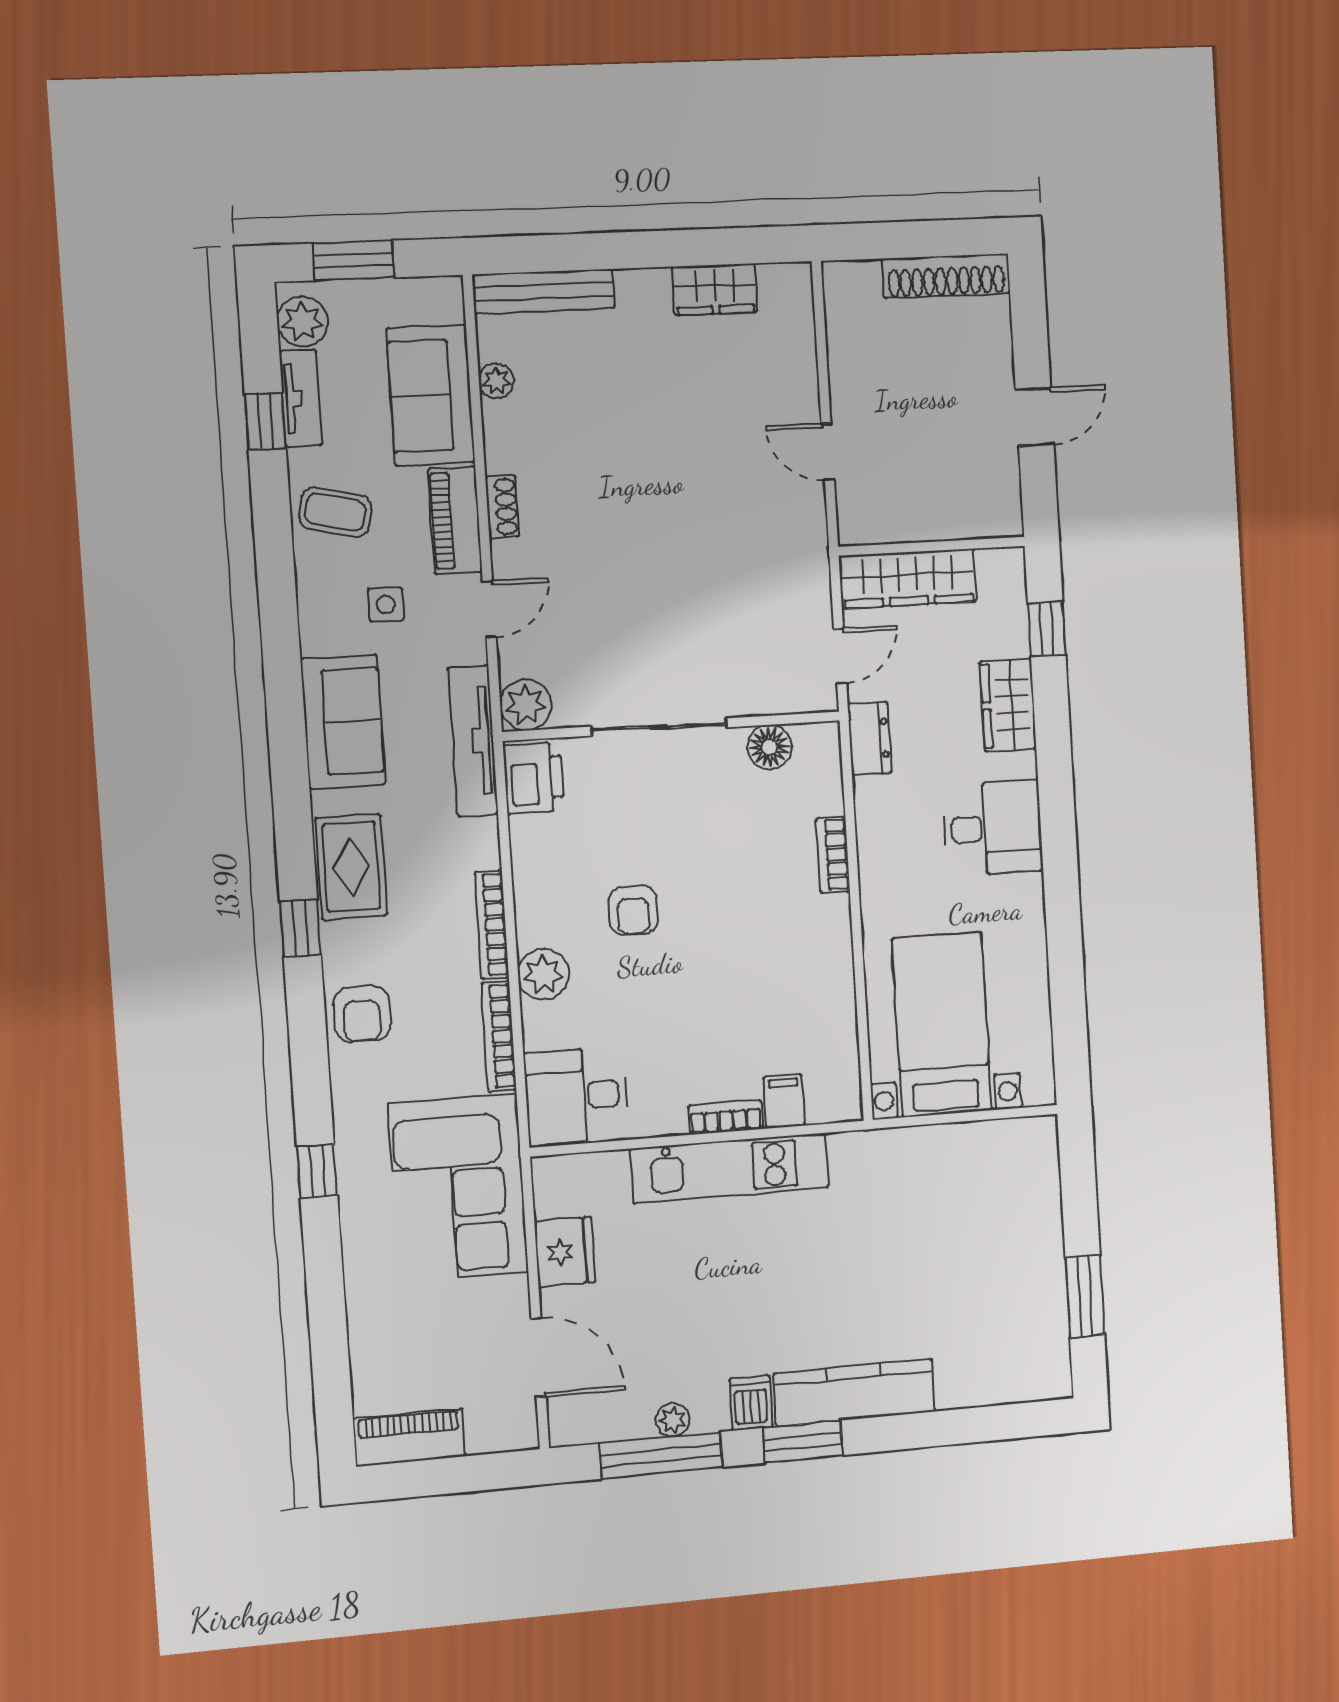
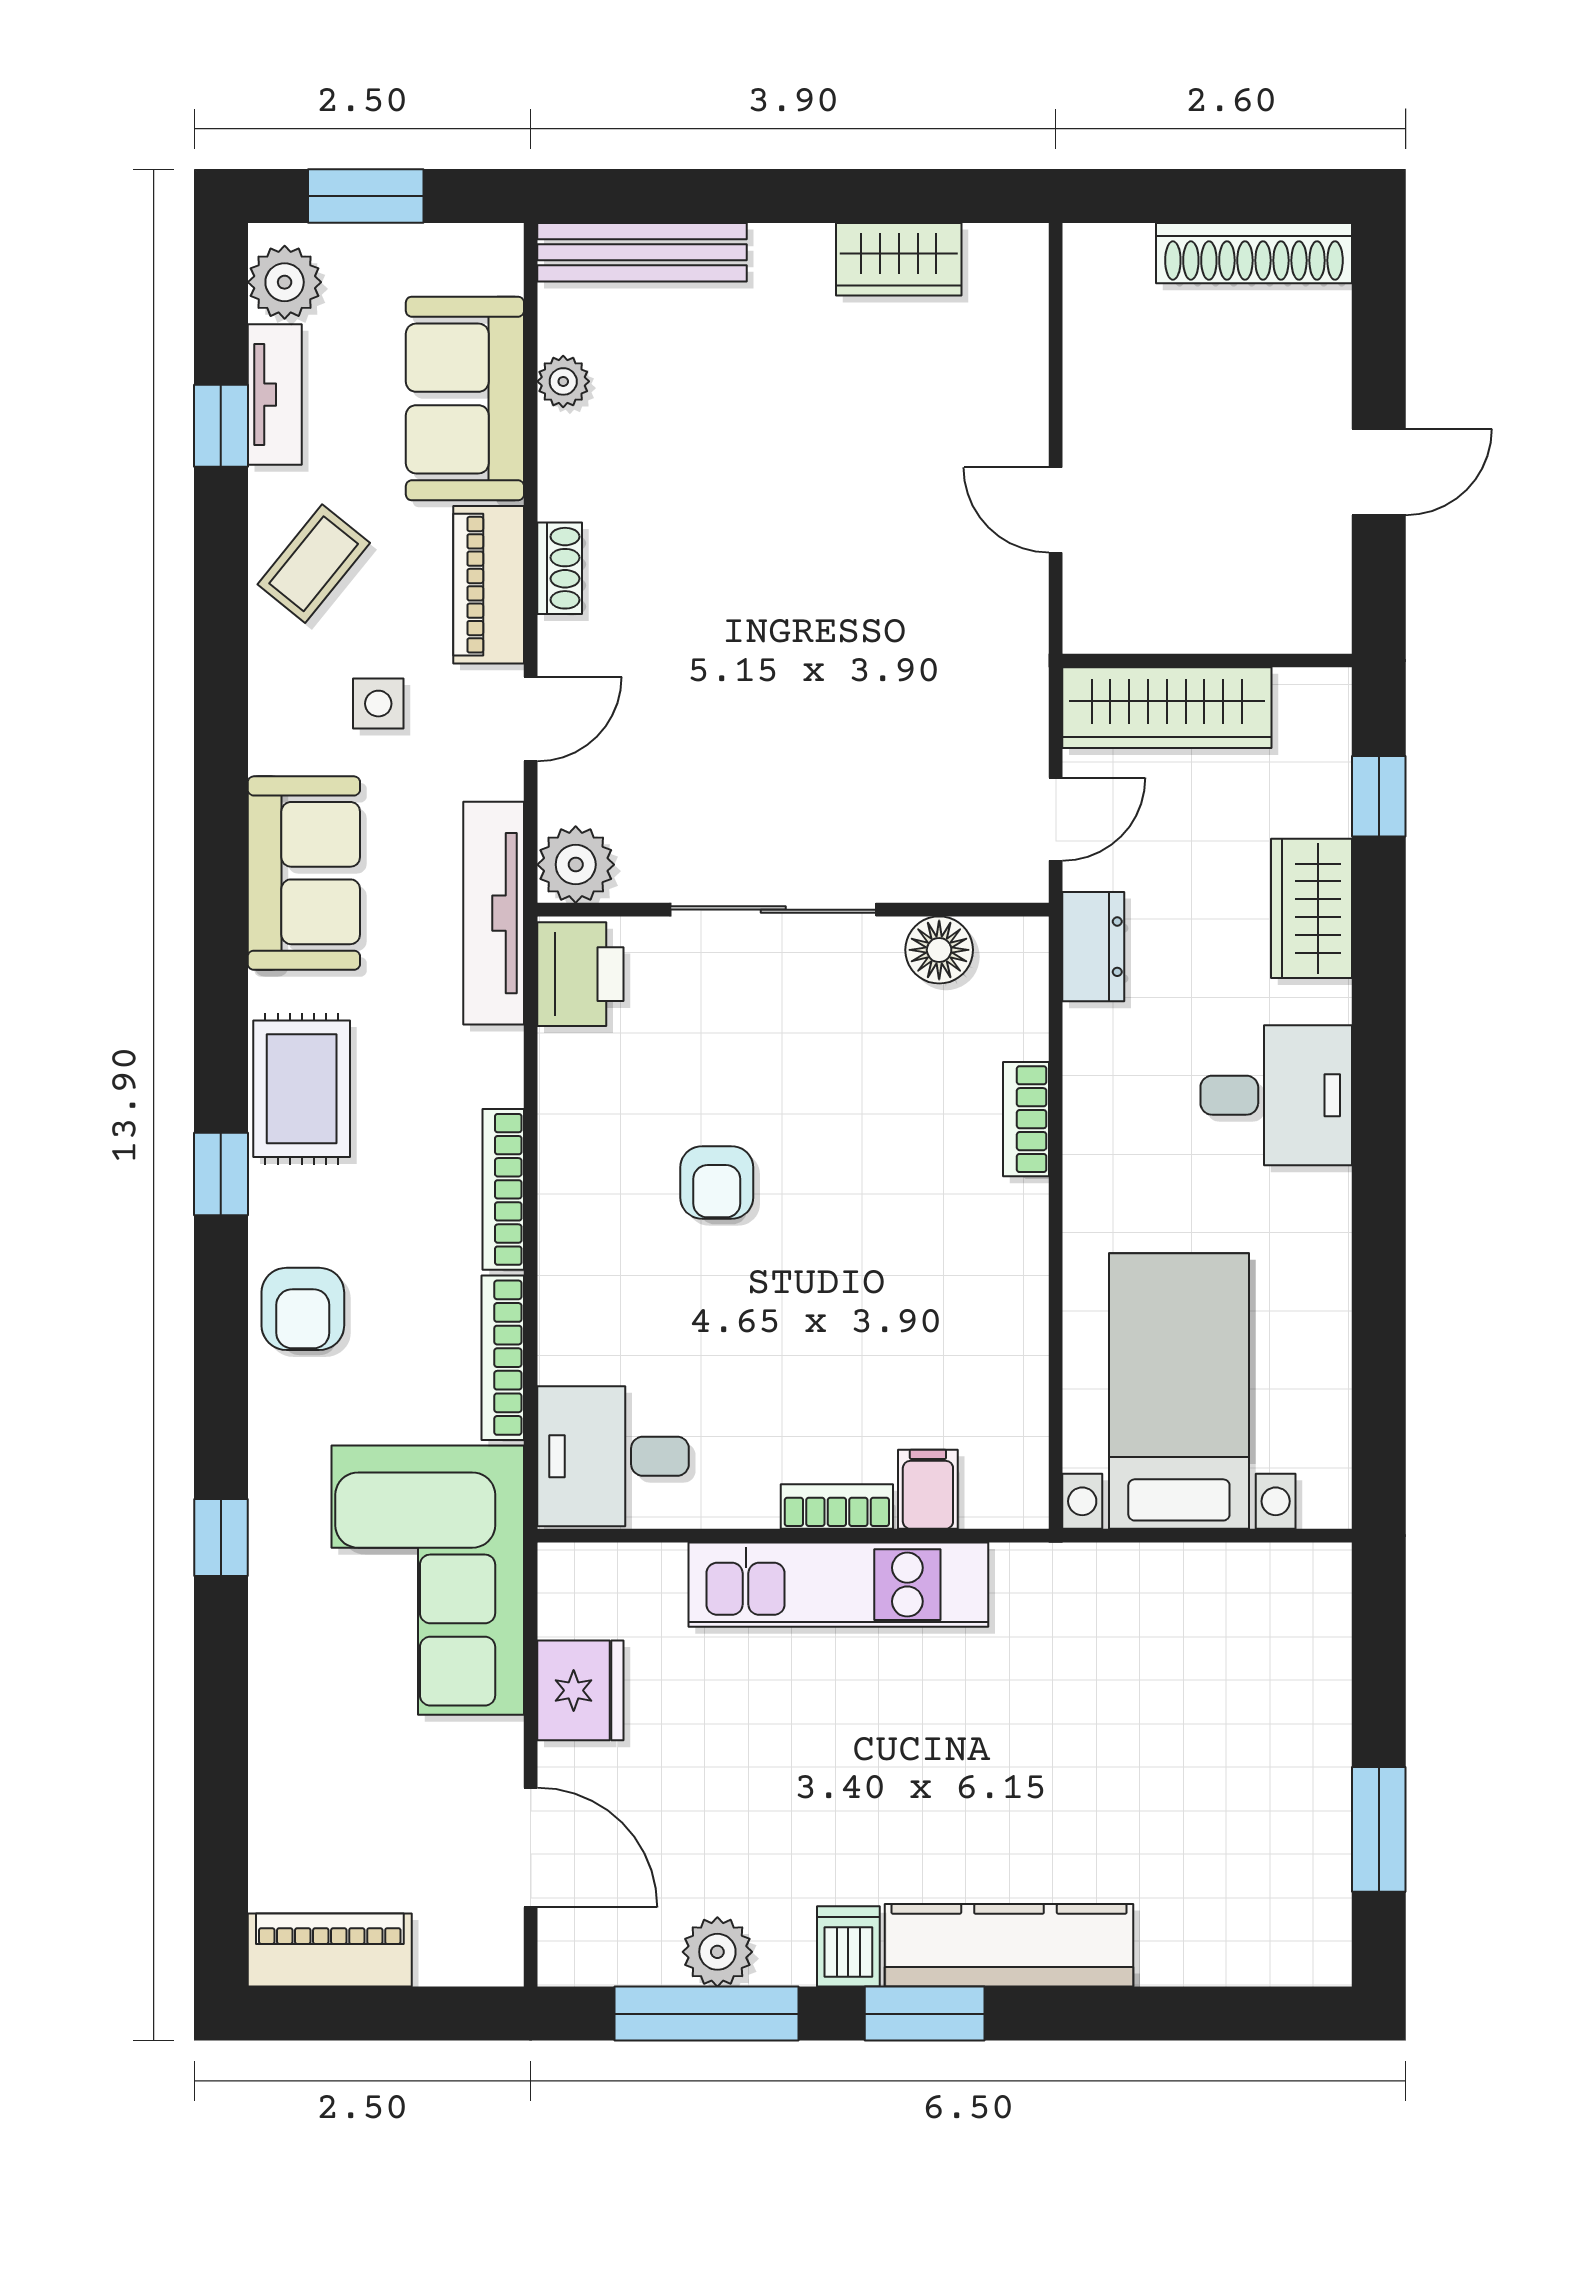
coffee table: (335, 512) -> (314, 564), turned -64
plant: (543, 974) -> (576, 1269), removed
plant: (672, 1420) -> (717, 1952), width x1.38, depth x1.38

